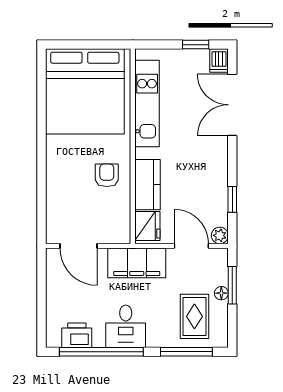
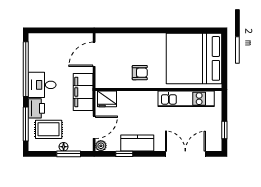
dishwasher: (219, 61) -> (214, 145), removed
kitchen counter: (147, 185) -> (137, 143), moved, turned 180
printer: (77, 335) -> (36, 108), moved

